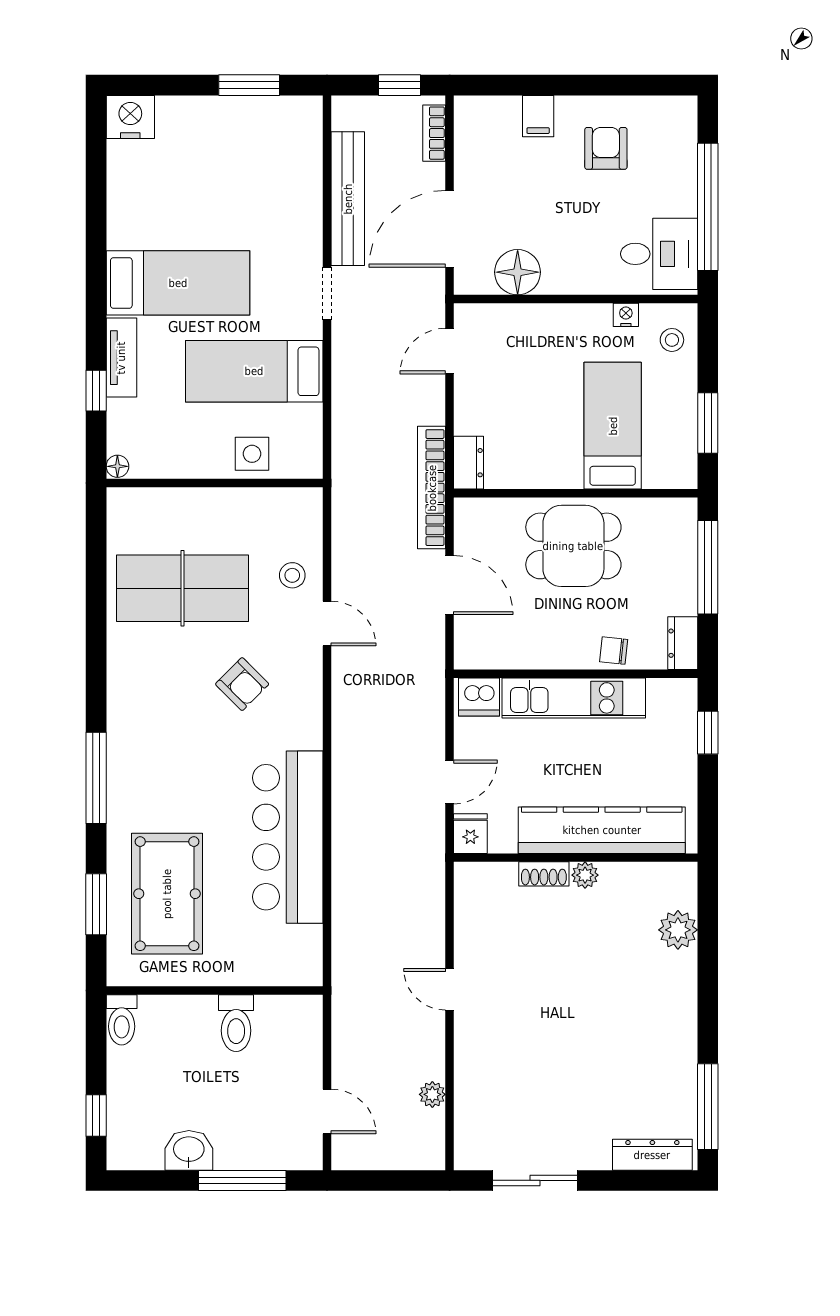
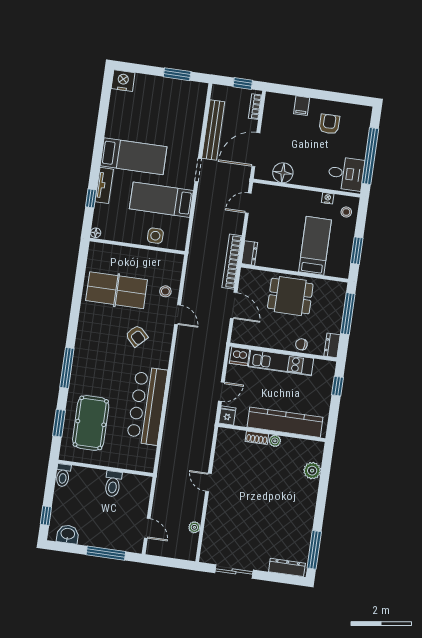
washbasin: (189, 1150) -> (68, 534), moved

